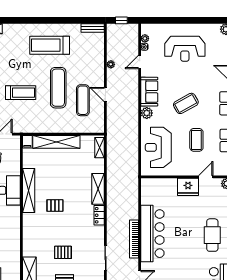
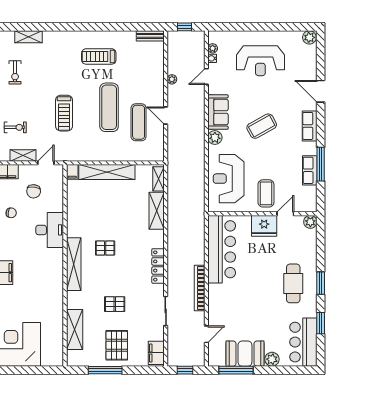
treadmill: (50, 45) -> (99, 56), width x0.73, depth x0.73
treadmill: (21, 93) -> (64, 113), turned 90
coffee table: (196, 140) -> (266, 193), moved
shelving: (98, 189) -> (157, 211), moved
shelving: (29, 190) -> (74, 264), moved
locker: (99, 215) -> (158, 266), width x1.53
bar counter: (152, 234) -> (222, 249), moved

